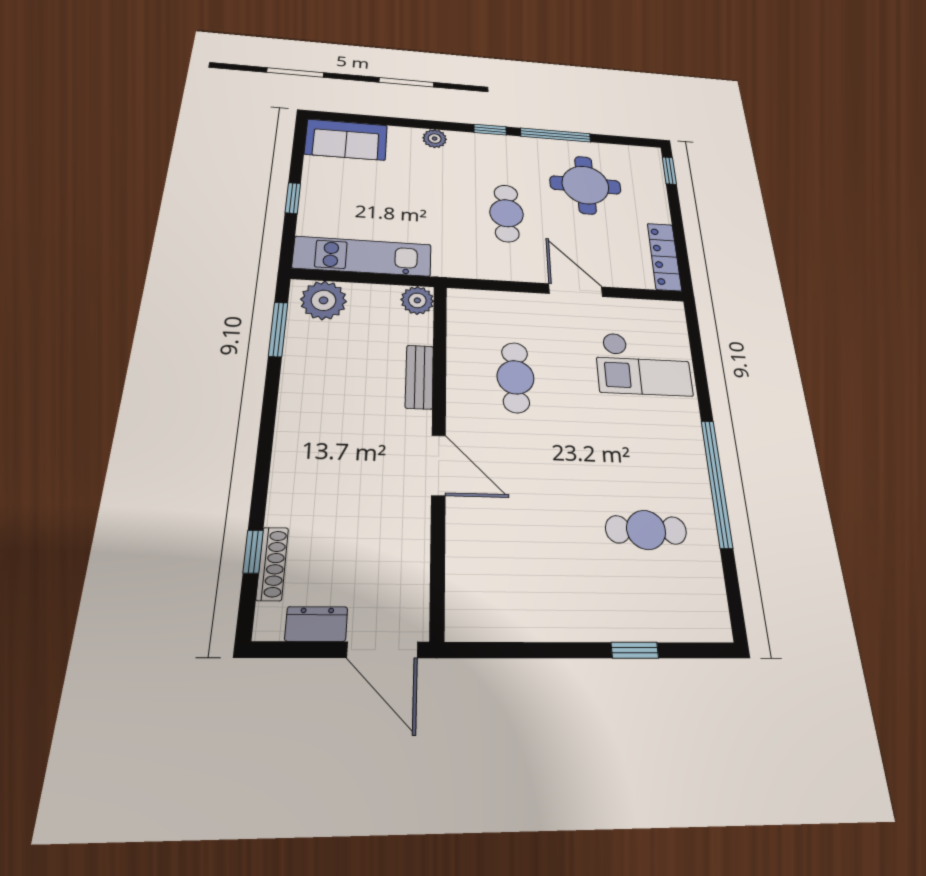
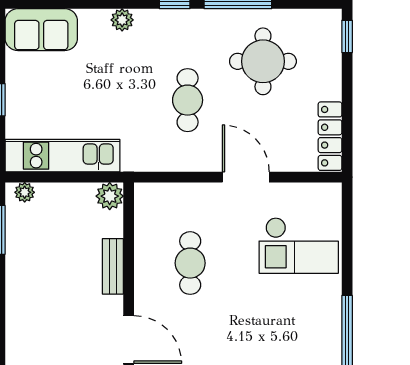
plant: (324, 300) -> (25, 192), width x0.53, depth x0.53

